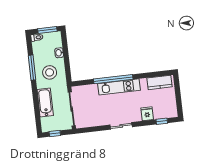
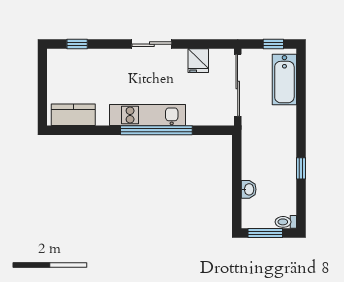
window: (32, 68) -> (301, 168), width x0.46
stool: (50, 72) -> (270, 156), removed
bathtub: (45, 103) -> (284, 79), moved
fridge: (147, 114) -> (198, 61), moved

